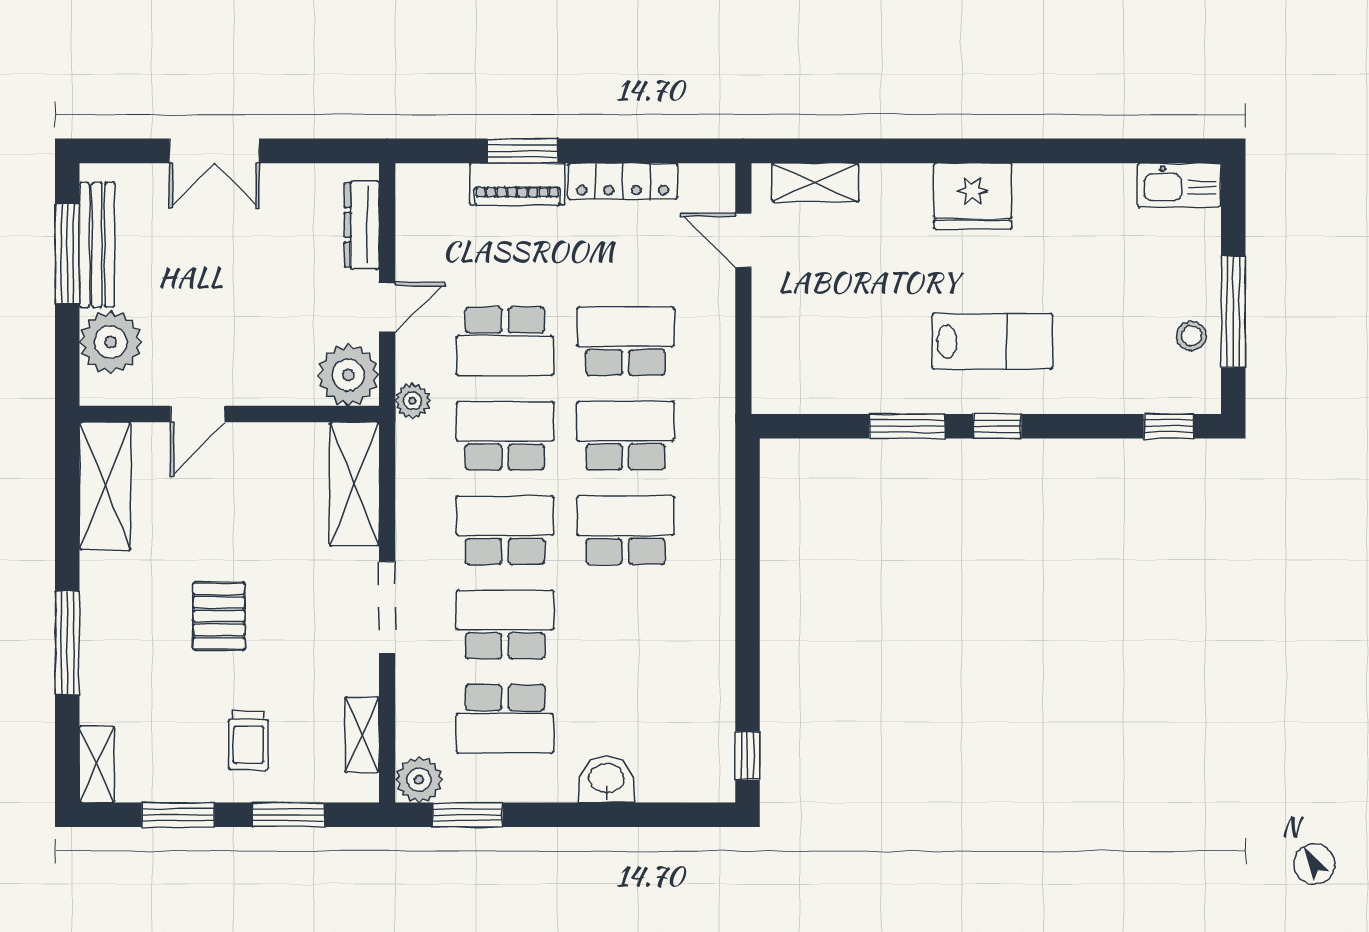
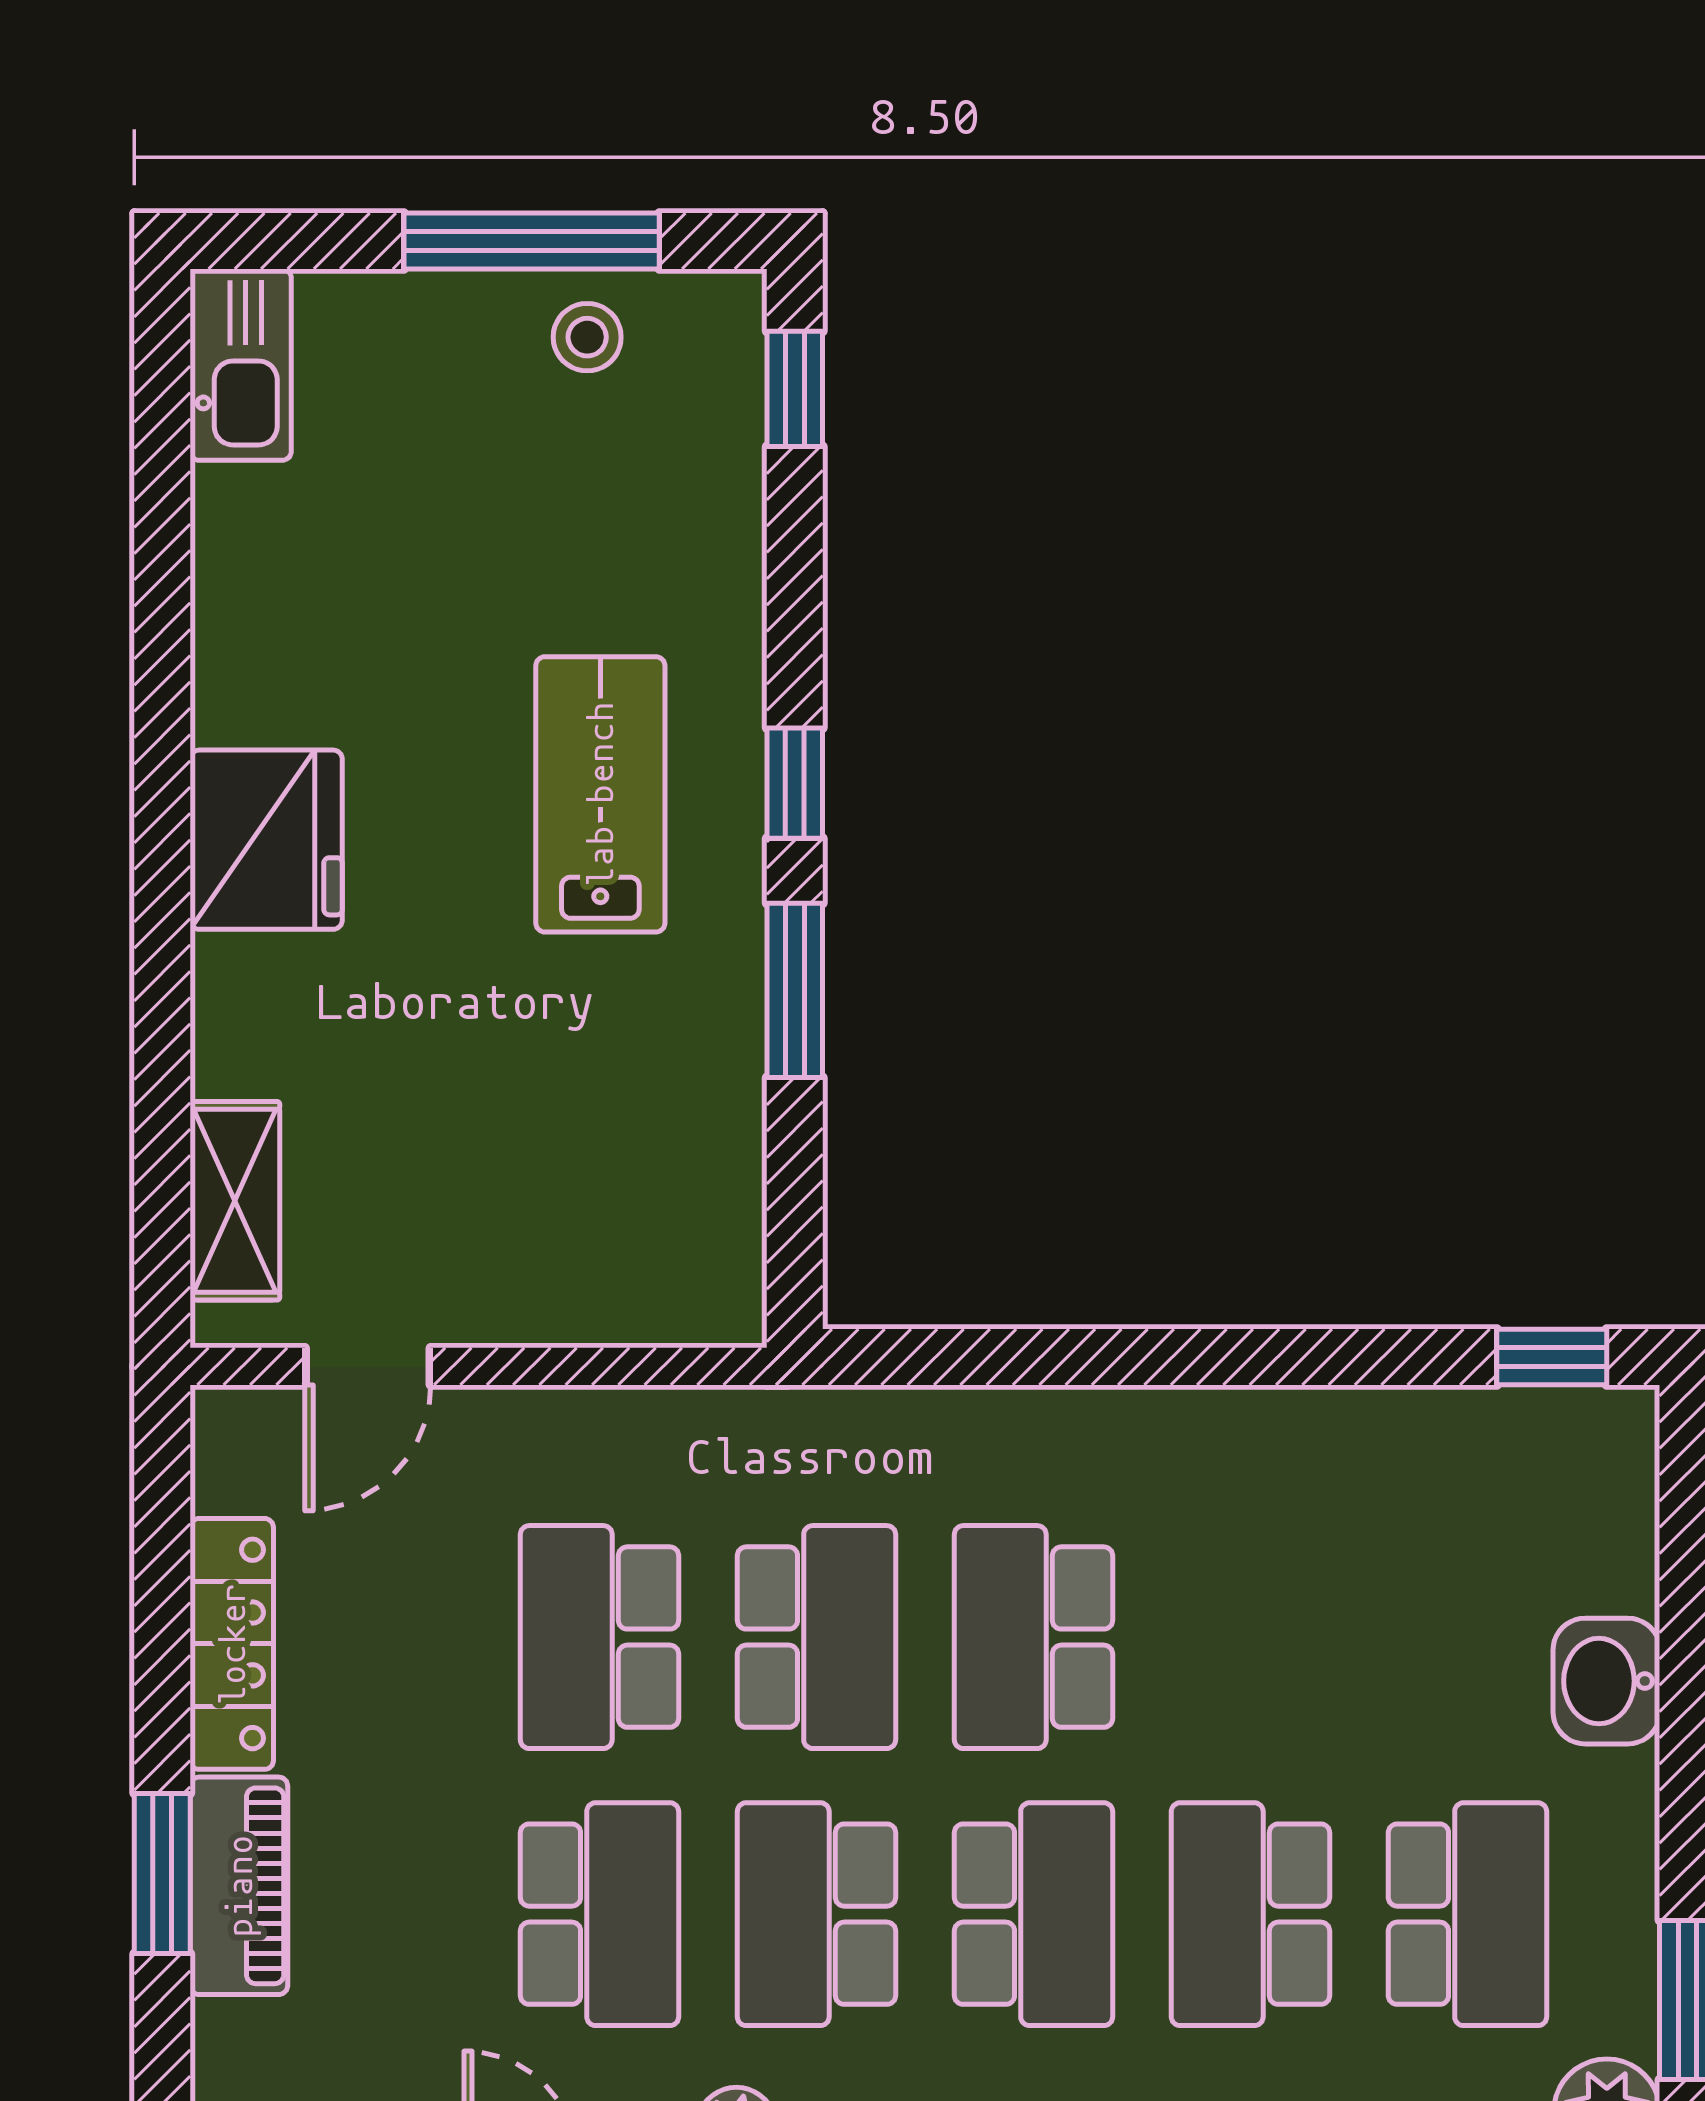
school desk: (626, 436) -> (816, 1637), turned 180
school desk: (505, 530) -> (1033, 1914), turned 180

